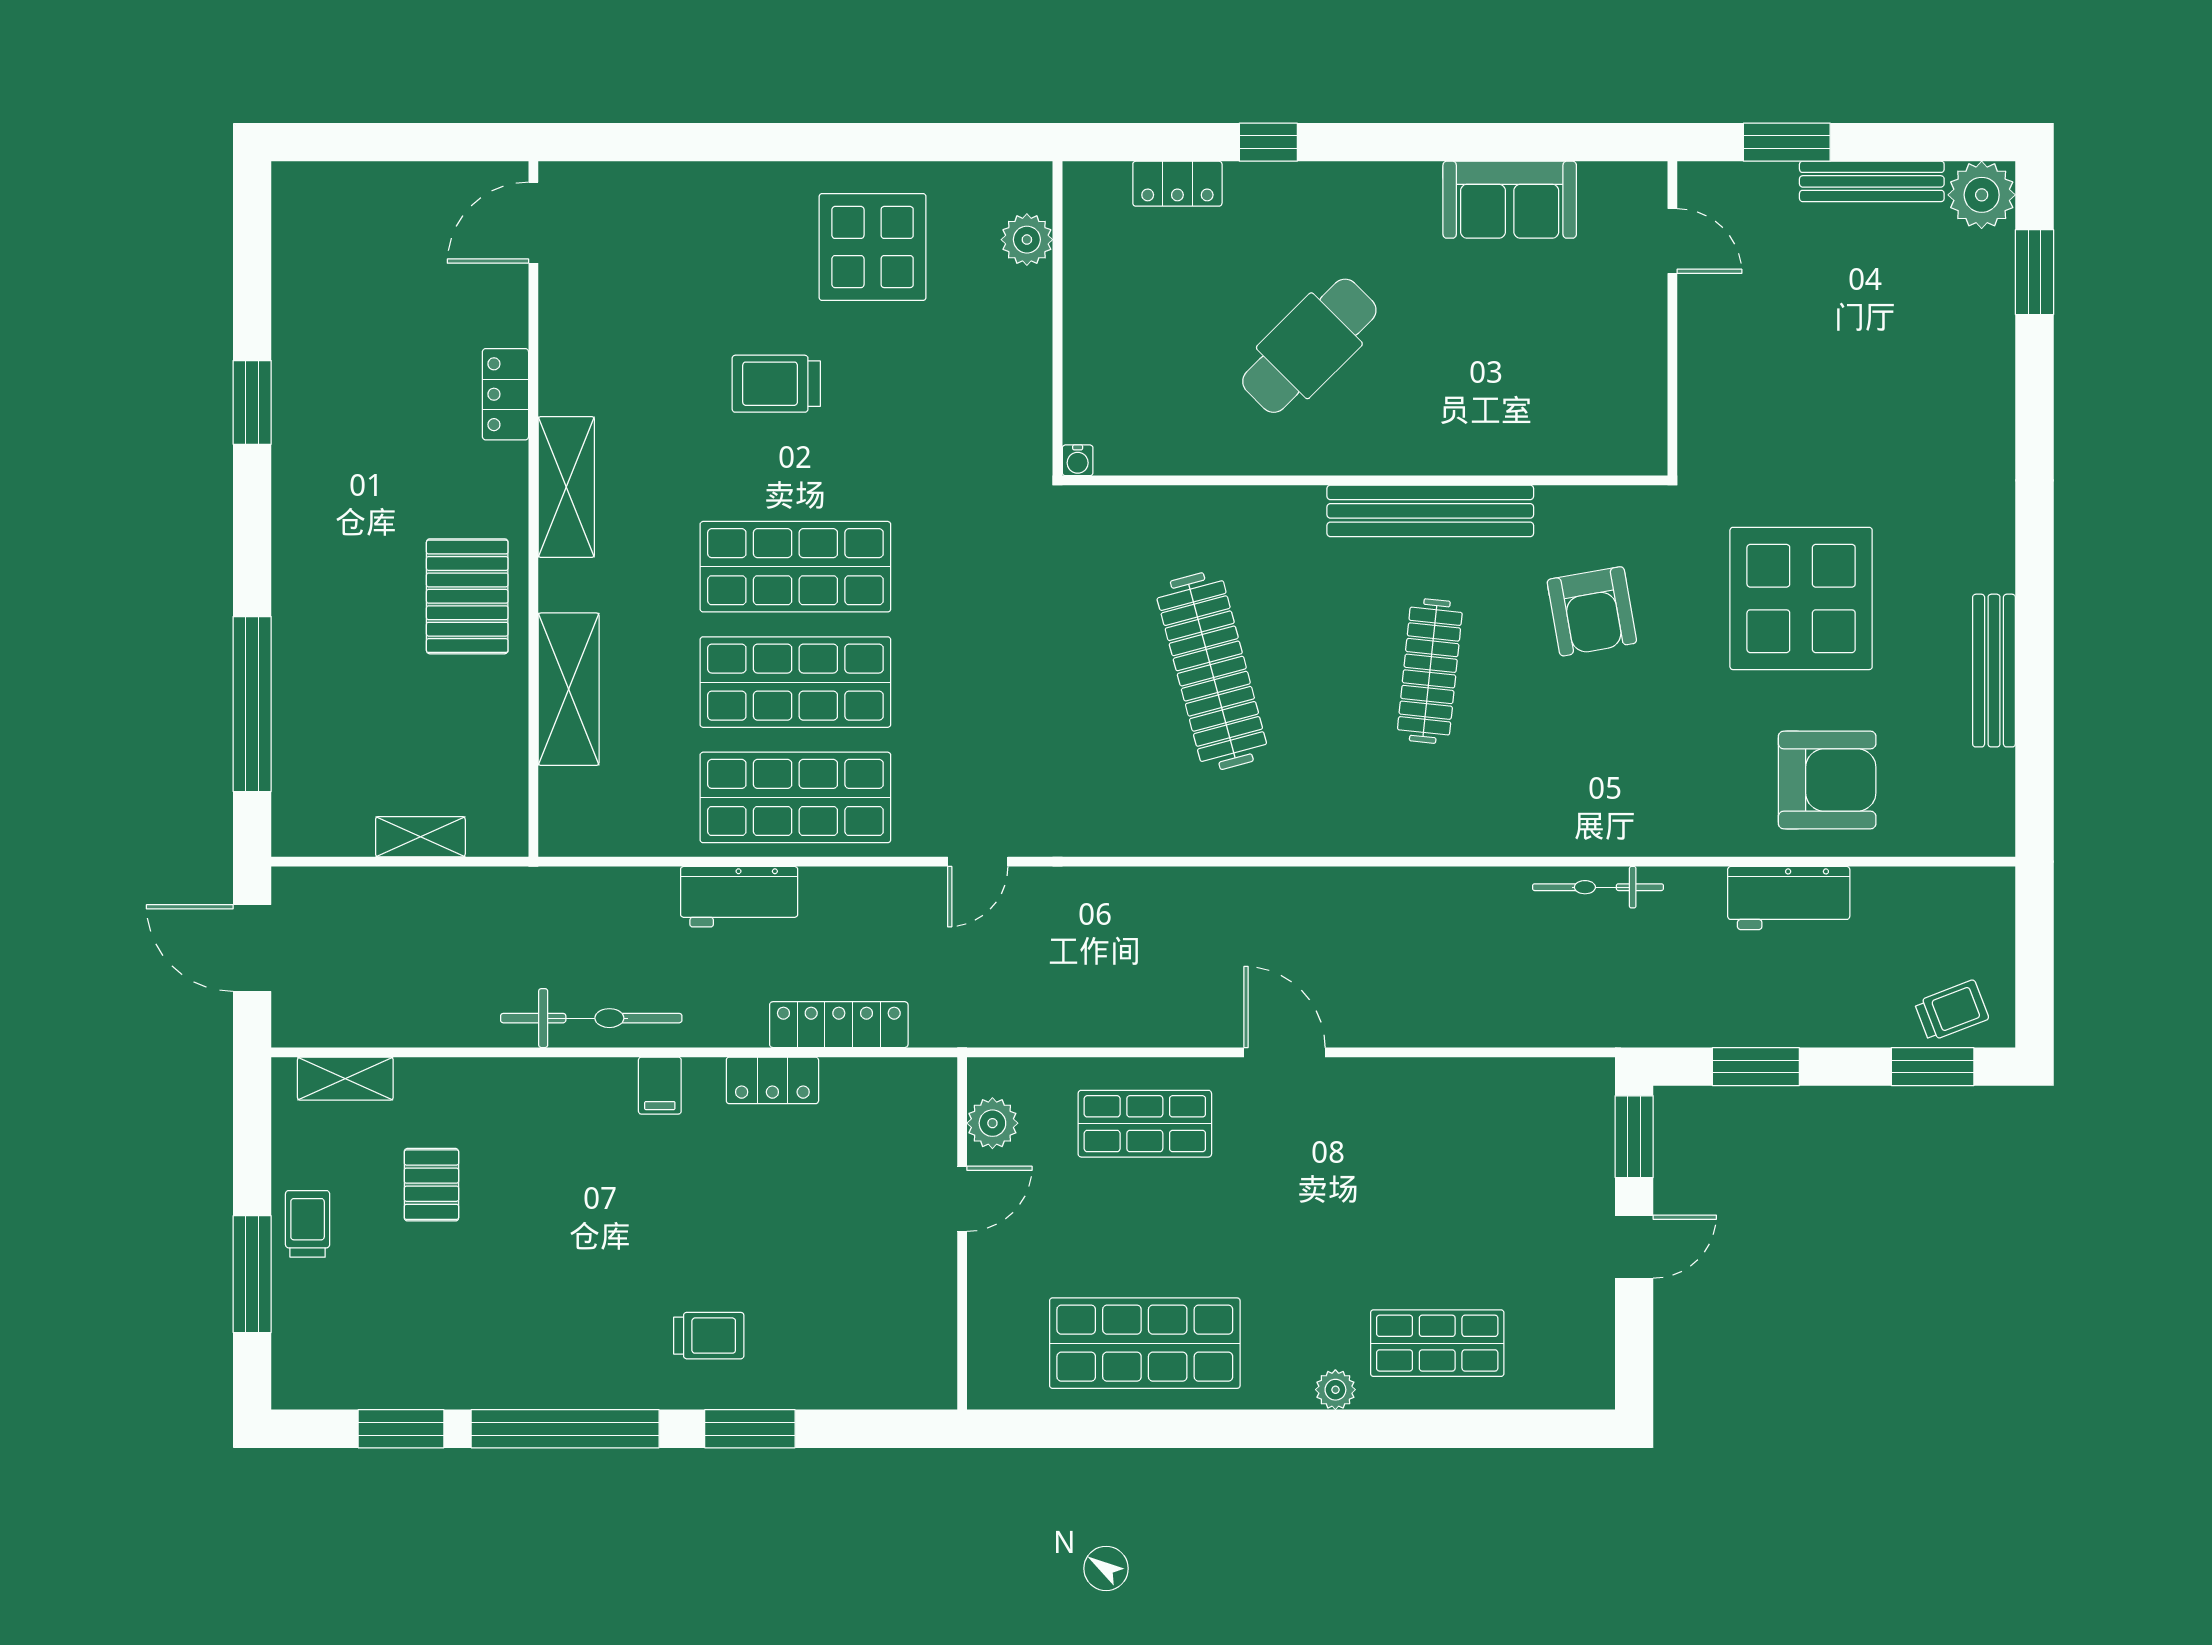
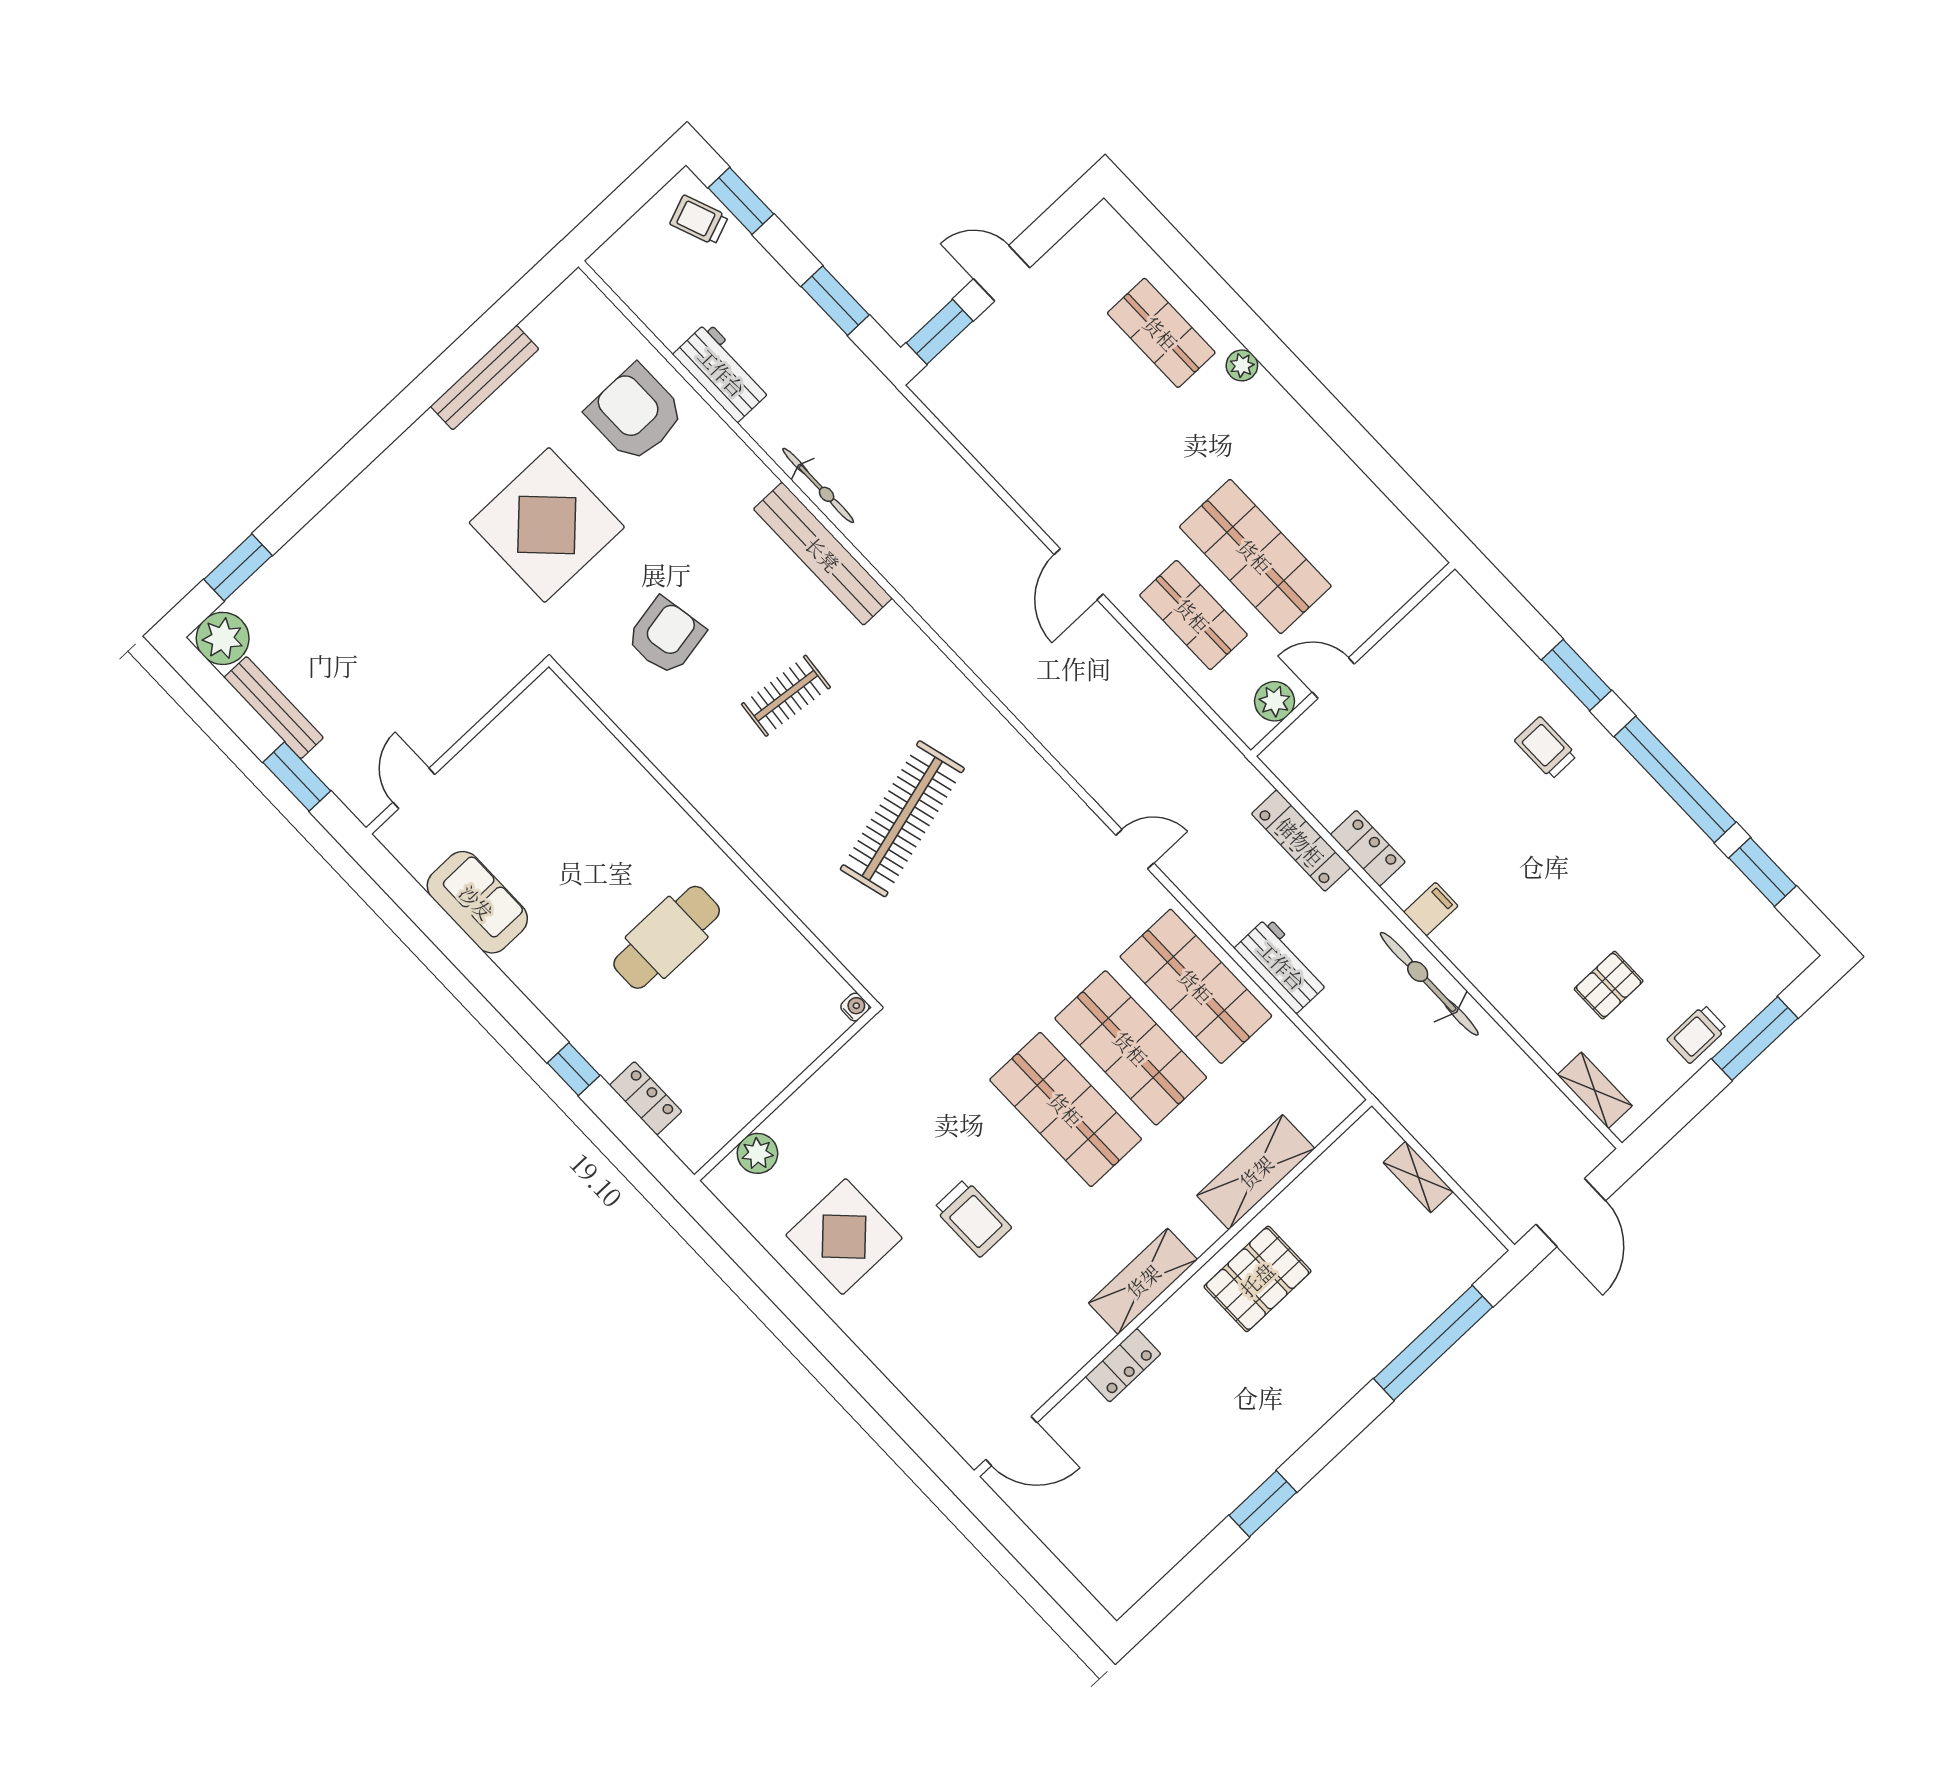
cafe table: (1309, 346) -> (667, 937), turned -45
bench: (1430, 511) -> (823, 554), moved
clothes rail: (1430, 671) -> (786, 696), width x0.73
shop shelf: (1145, 1343) -> (1255, 556), moved

